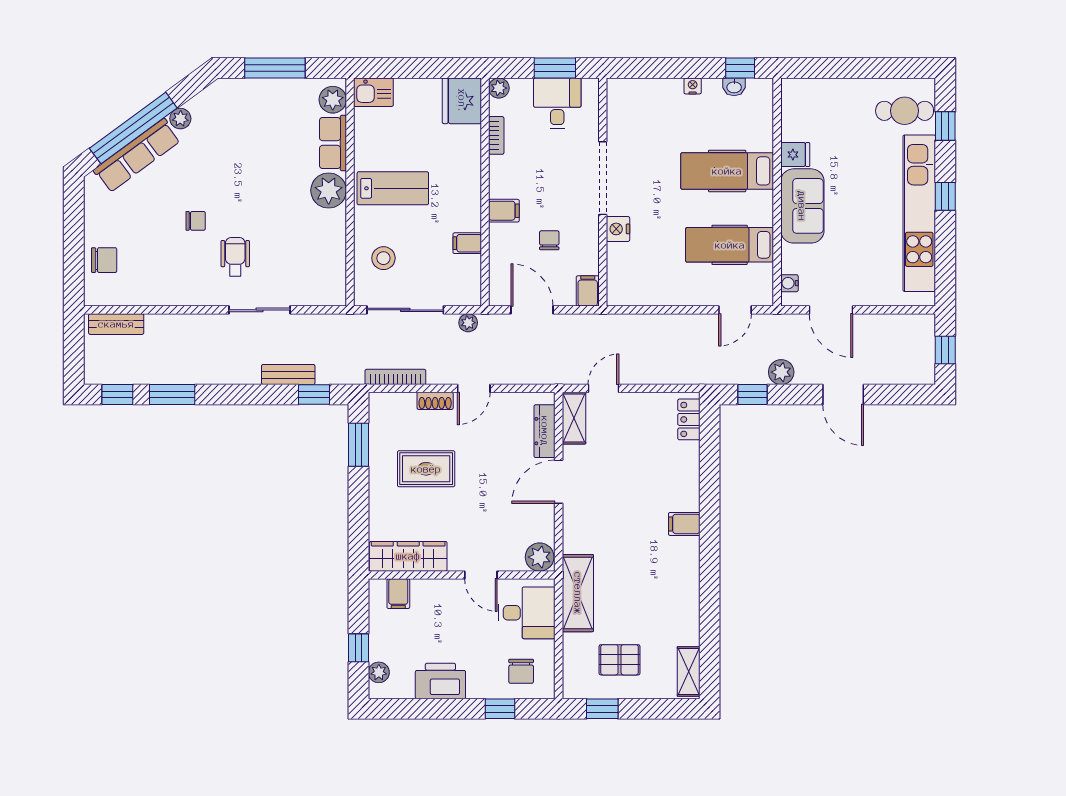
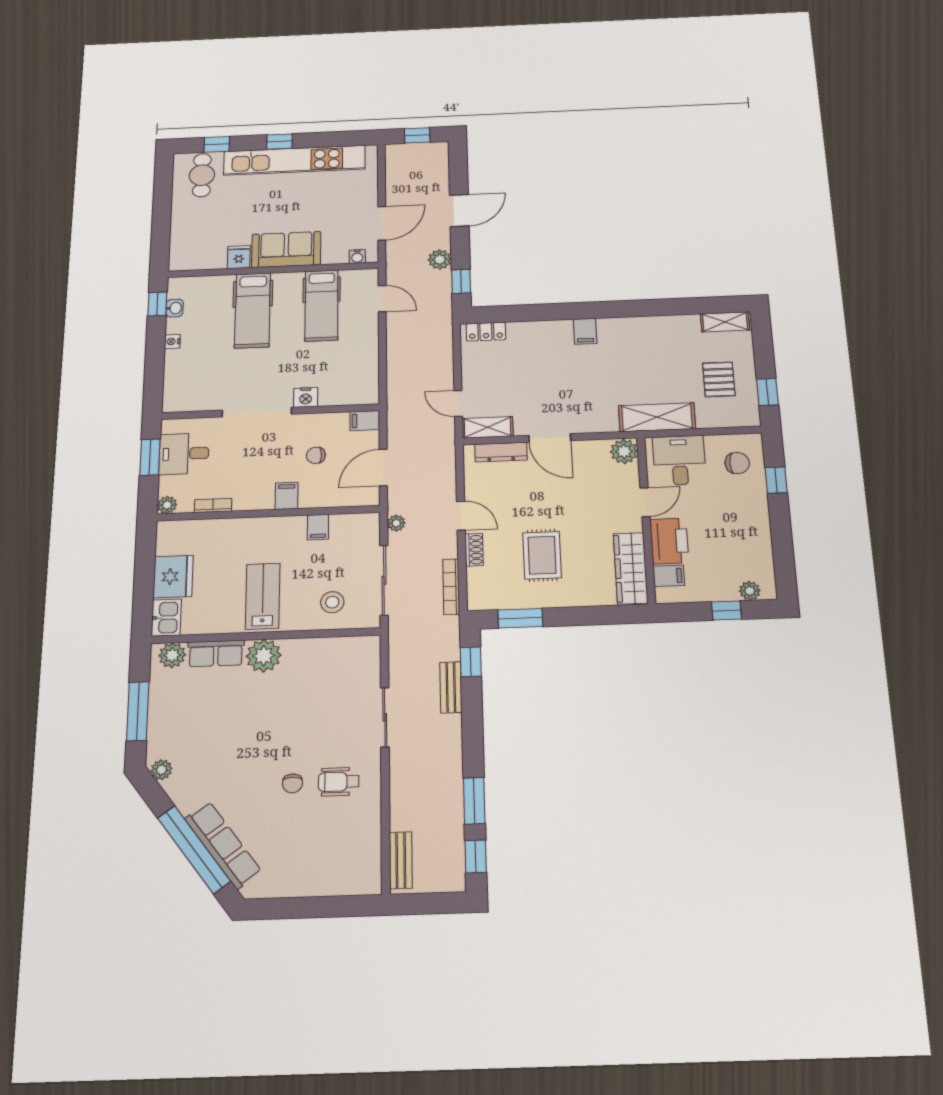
fridge: (462, 101) -> (173, 577), moved, turned -90
plant: (180, 119) -> (161, 770), moved
chair: (196, 221) -> (293, 783), turned 180
wheelchair: (235, 257) -> (339, 782), moved
chair: (104, 260) -> (333, 875), removed
printer: (440, 681) -> (669, 541), moved, turned 180

